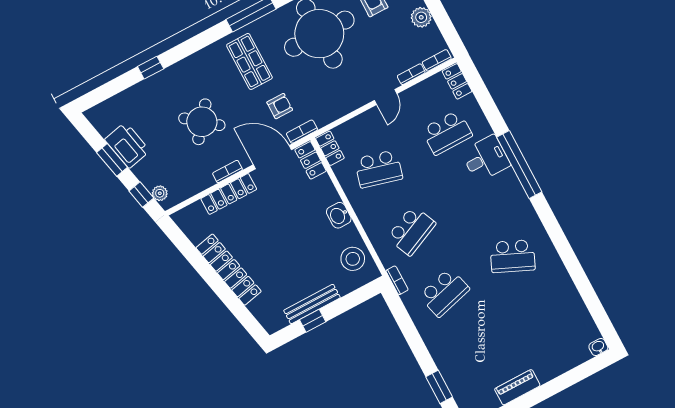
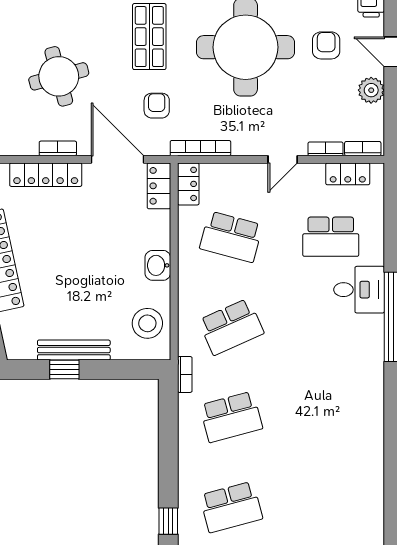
locker: (457, 81) -> (348, 174), moved, turned -90
armchair: (280, 106) -> (157, 106), turned -90
round table: (202, 122) -> (59, 76), turned 36
bookcase: (302, 132) -> (200, 148), moved, width x1.56
school desk: (513, 256) -> (231, 507), moved, turned -39
window: (439, 387) -> (168, 521), width x0.67

